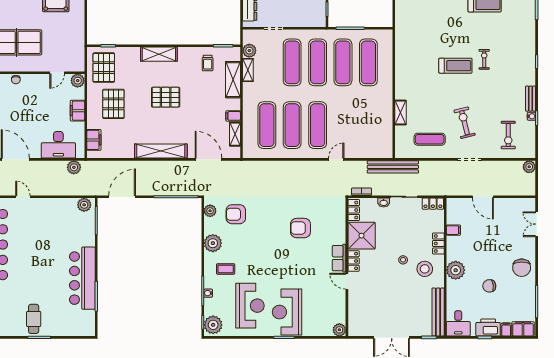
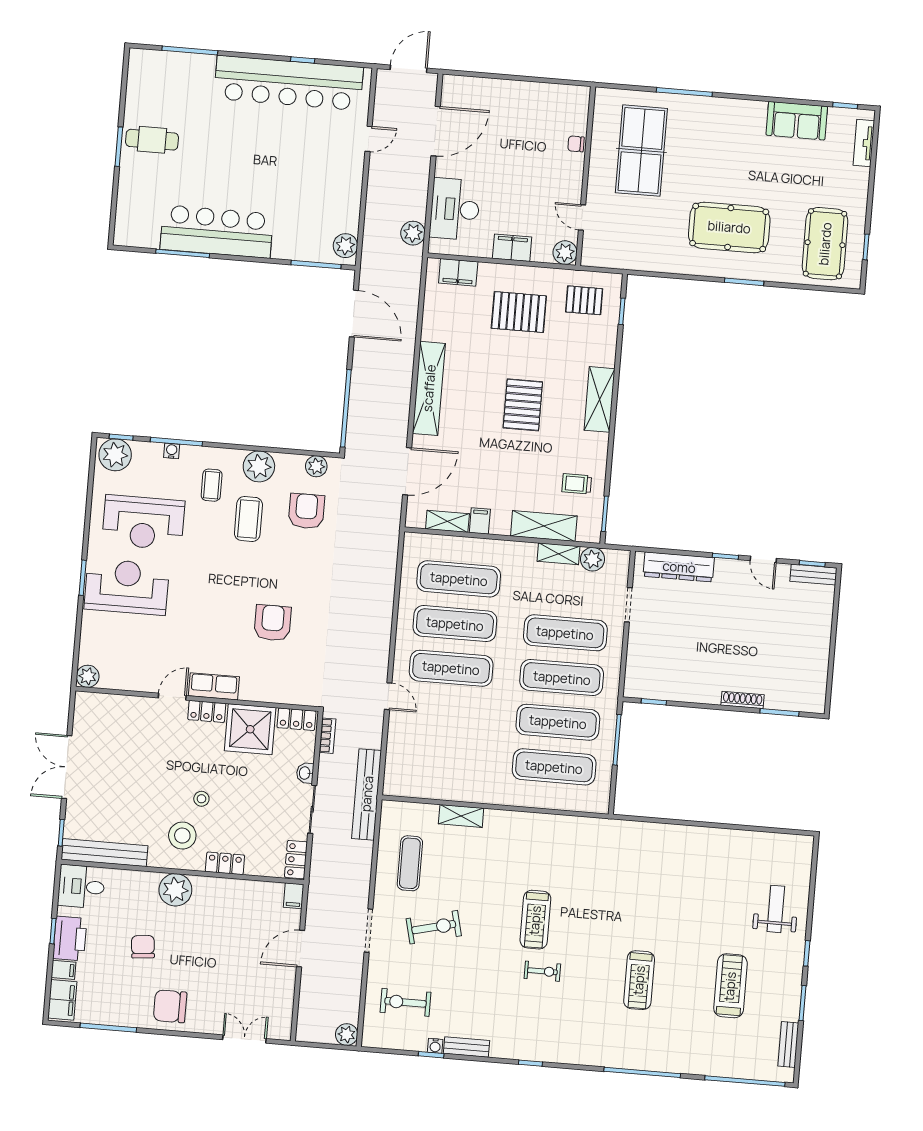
pallet: (104, 68) -> (584, 300), width x0.67, depth x0.71
filing cabinet: (453, 230) -> (294, 896), moved
coffee table: (243, 247) -> (248, 519), added

